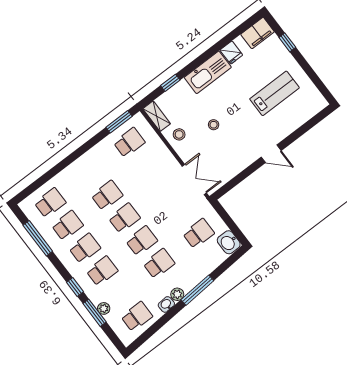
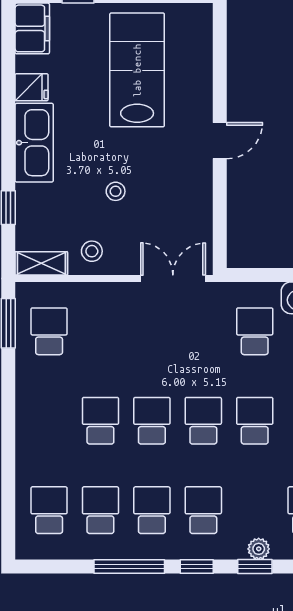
lab bench: (275, 93) -> (137, 70), width x1.36, depth x1.39
window: (38, 238) -> (129, 567), moved
window: (95, 313) -> (255, 567), width x0.67

